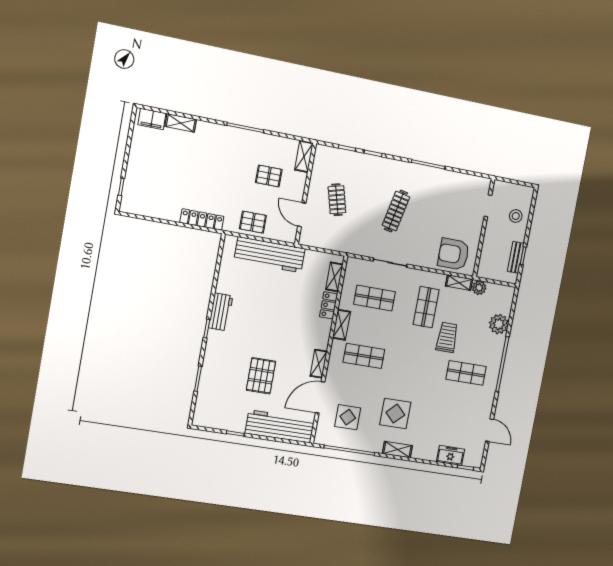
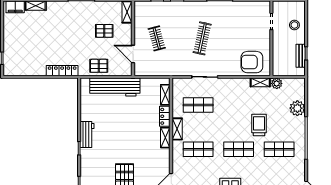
shop shelf: (426, 307) -> (239, 149), moved, turned 90
shelving: (319, 364) -> (165, 138), moved

